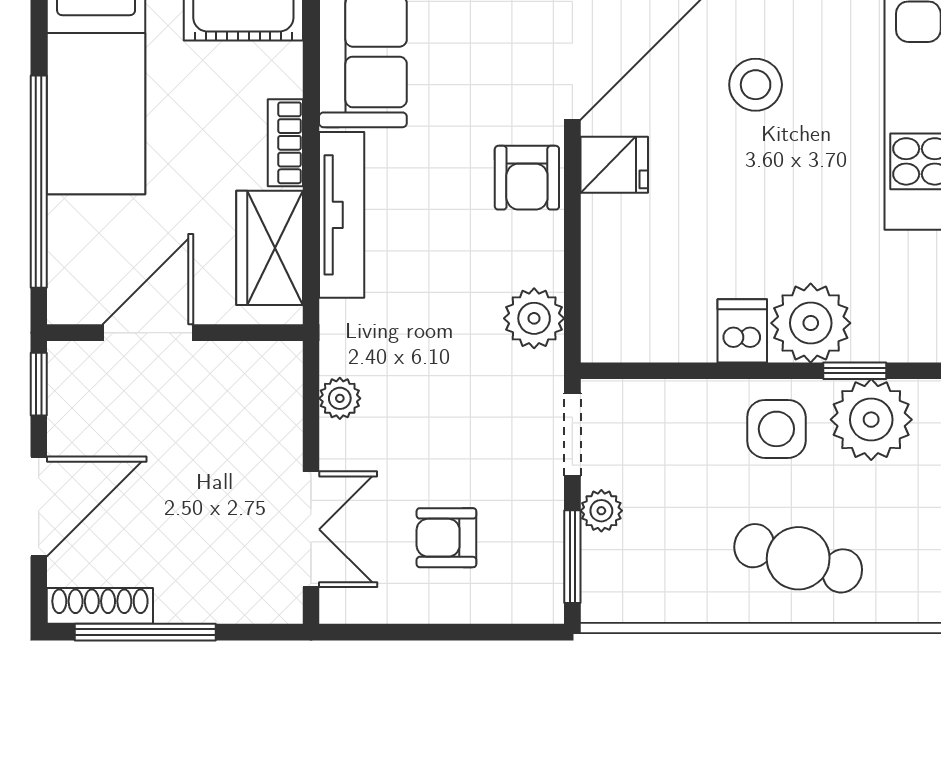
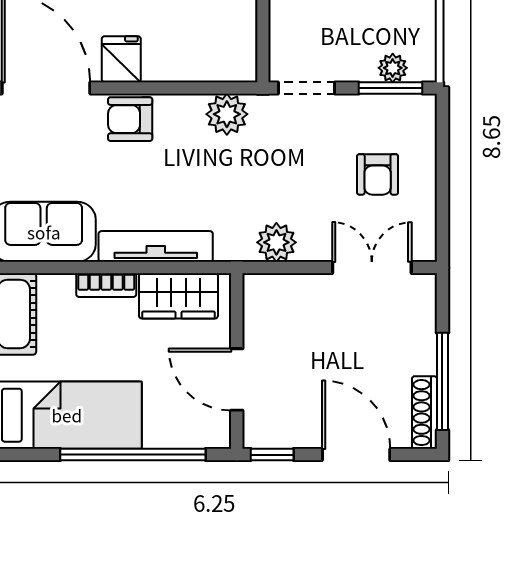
armchair: (527, 178) -> (130, 119), turned 180
plant: (340, 398) -> (276, 242), width x1.38, depth x1.38
plant: (601, 511) -> (393, 68), moved

